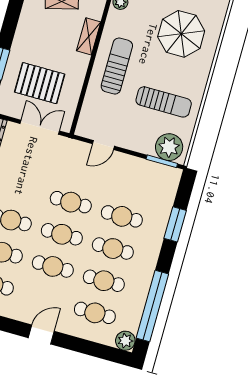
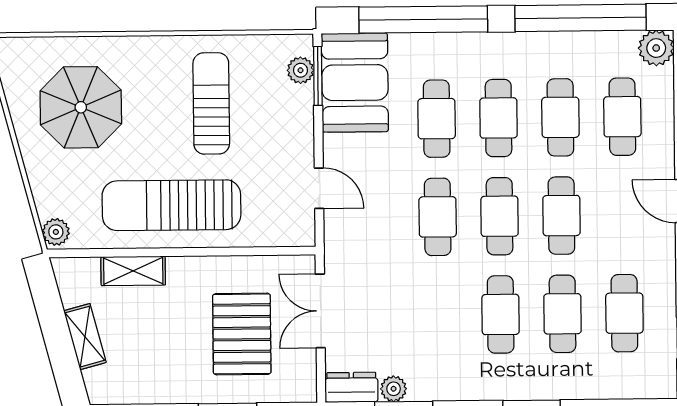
sun lounger: (117, 66) -> (171, 205), width x1.36, depth x1.34
plant: (169, 147) -> (300, 70), width x0.53, depth x0.53
booth: (153, 179) -> (355, 83), added
window: (175, 224) -> (423, 20), width x2.11

